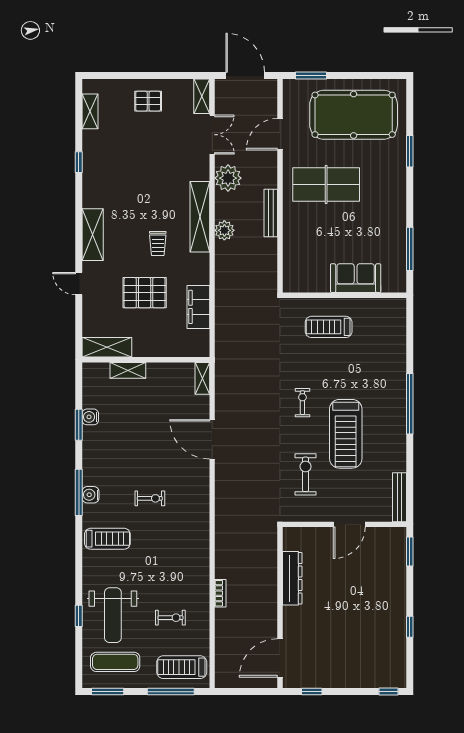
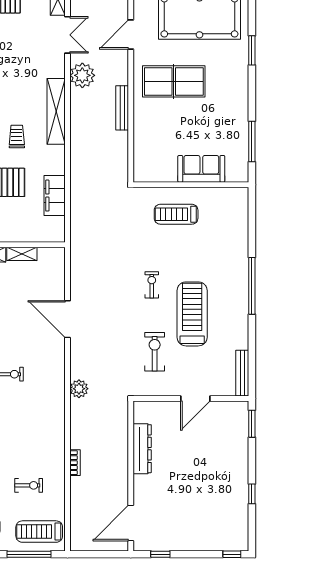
plant: (224, 230) -> (79, 389), moved
trolley: (158, 244) -> (17, 137), turned 180
shelving: (202, 378) -> (22, 254), moved, turned 90
treadmill: (346, 434) -> (192, 314), turned 180

